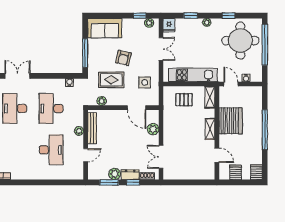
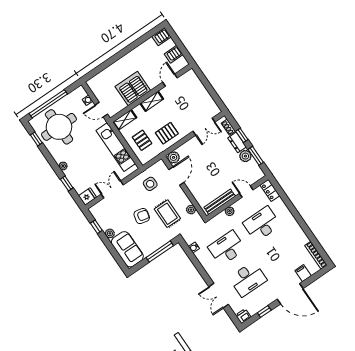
window: (228, 16) -> (36, 139), moved
plant: (149, 23) -> (110, 233), moved
door: (231, 84) -> (101, 110), hinge flipped
desk: (51, 108) -> (227, 248), turned 180
pallet: (176, 124) -> (167, 133), added
plant: (153, 129) -> (173, 157), moved
window: (265, 130) -> (121, 54), removed
locker: (74, 175) -> (270, 190), added

